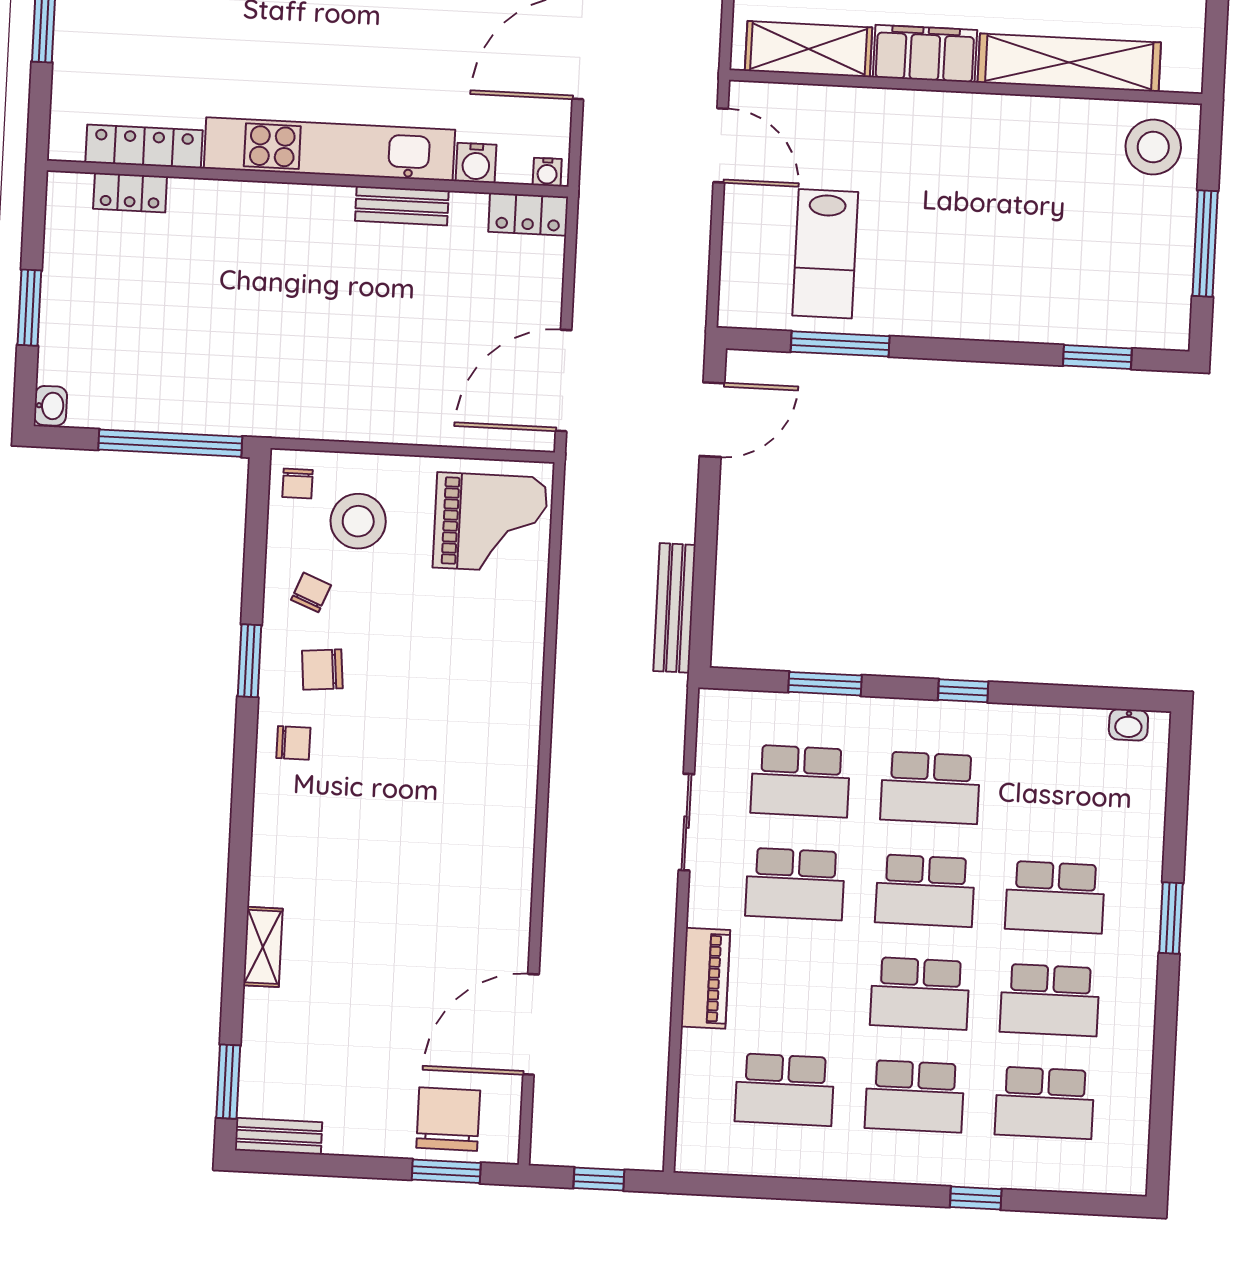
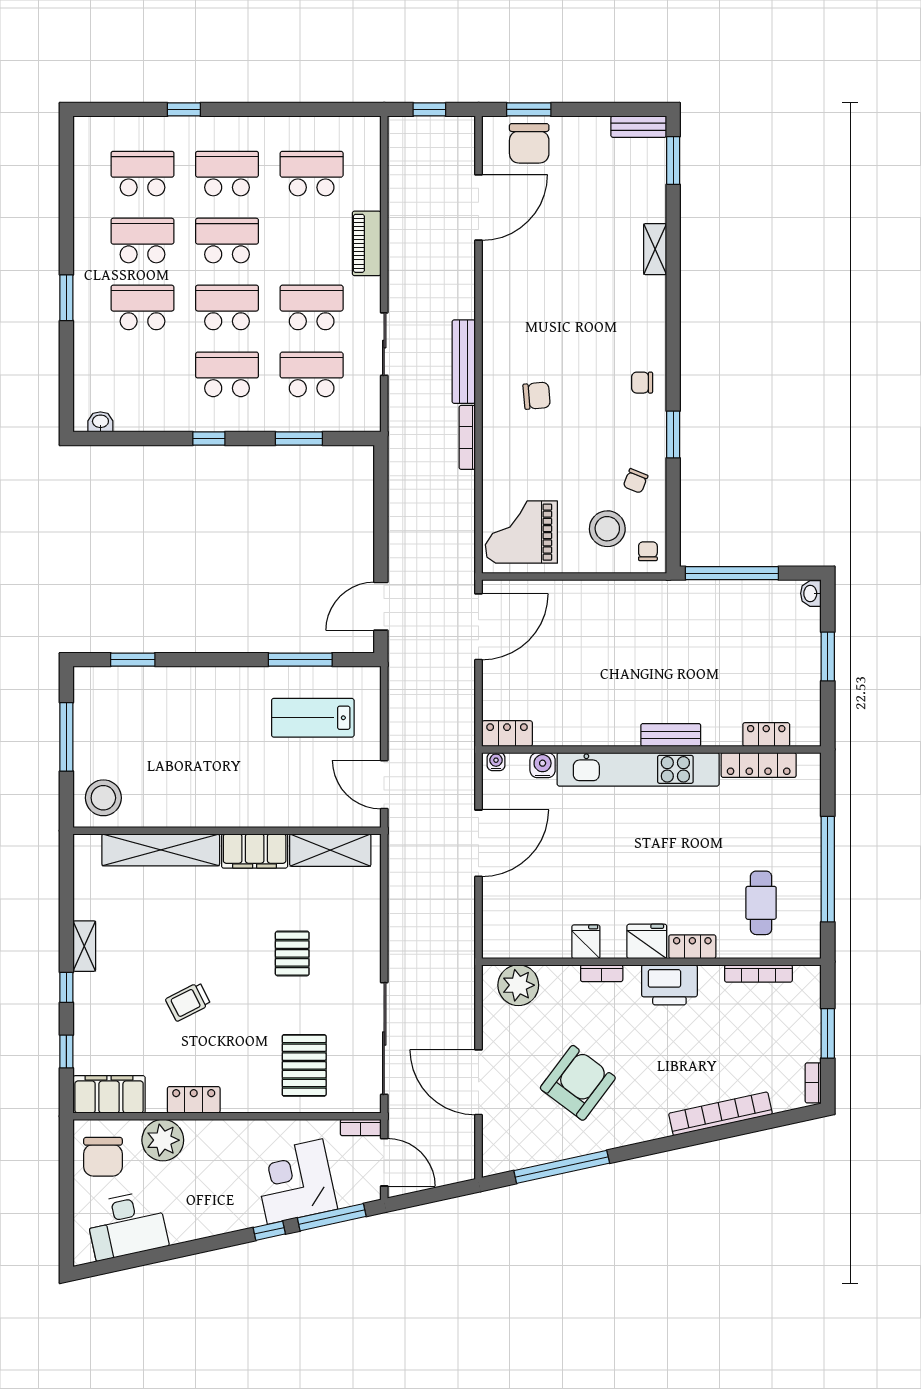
bench: (402, 206) -> (671, 735), moved
lab bench: (825, 254) -> (313, 718), turned -90
bench: (674, 608) -> (464, 362), moved
chair: (322, 670) -> (537, 396), moved
bookcase: (566, 672) -> (467, 437), added

